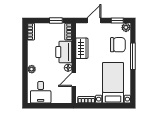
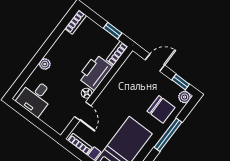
wardrobe: (82, 48) -> (118, 83), removed
door: (74, 80) -> (83, 111), swing flipped

